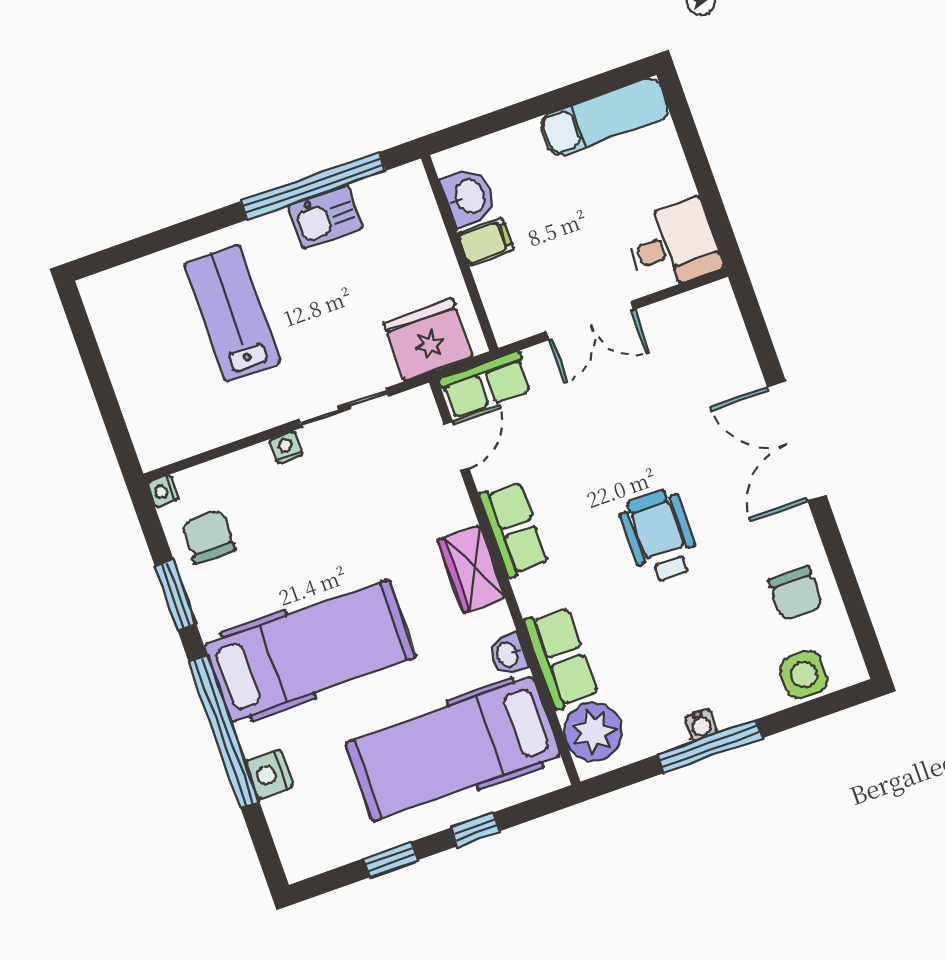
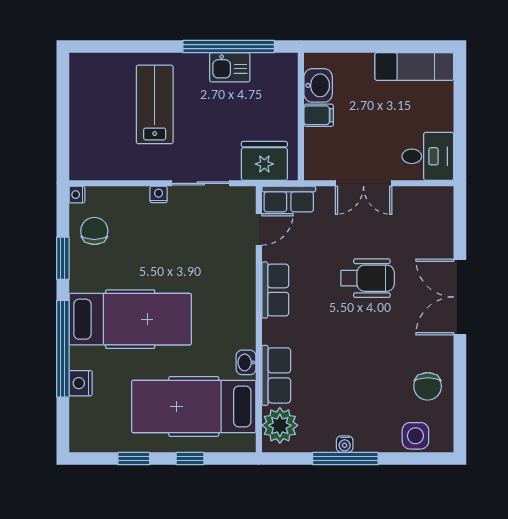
wheelchair: (660, 536) -> (368, 278), moved, turned 90
wardrobe: (471, 569) -> (242, 305), removed

